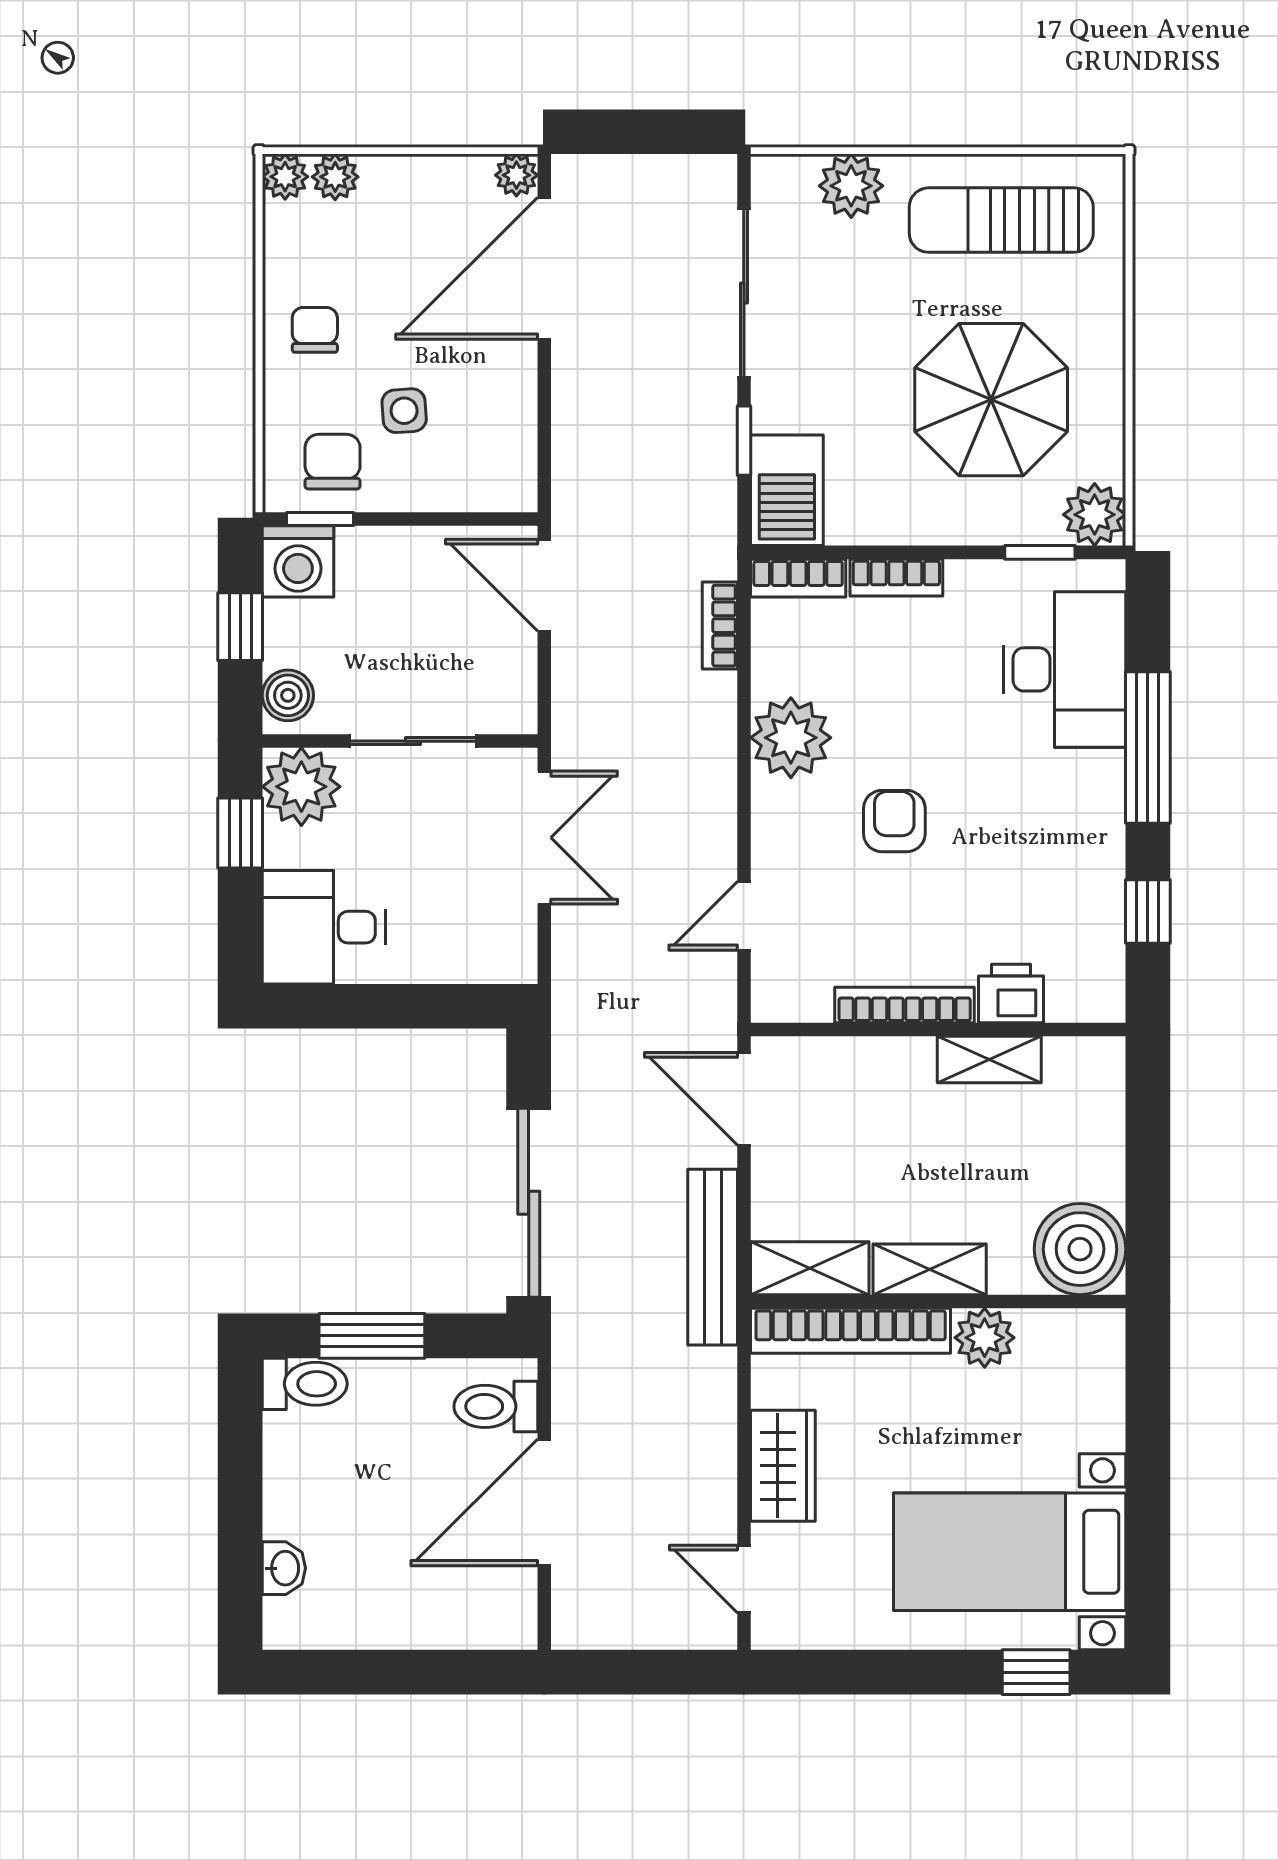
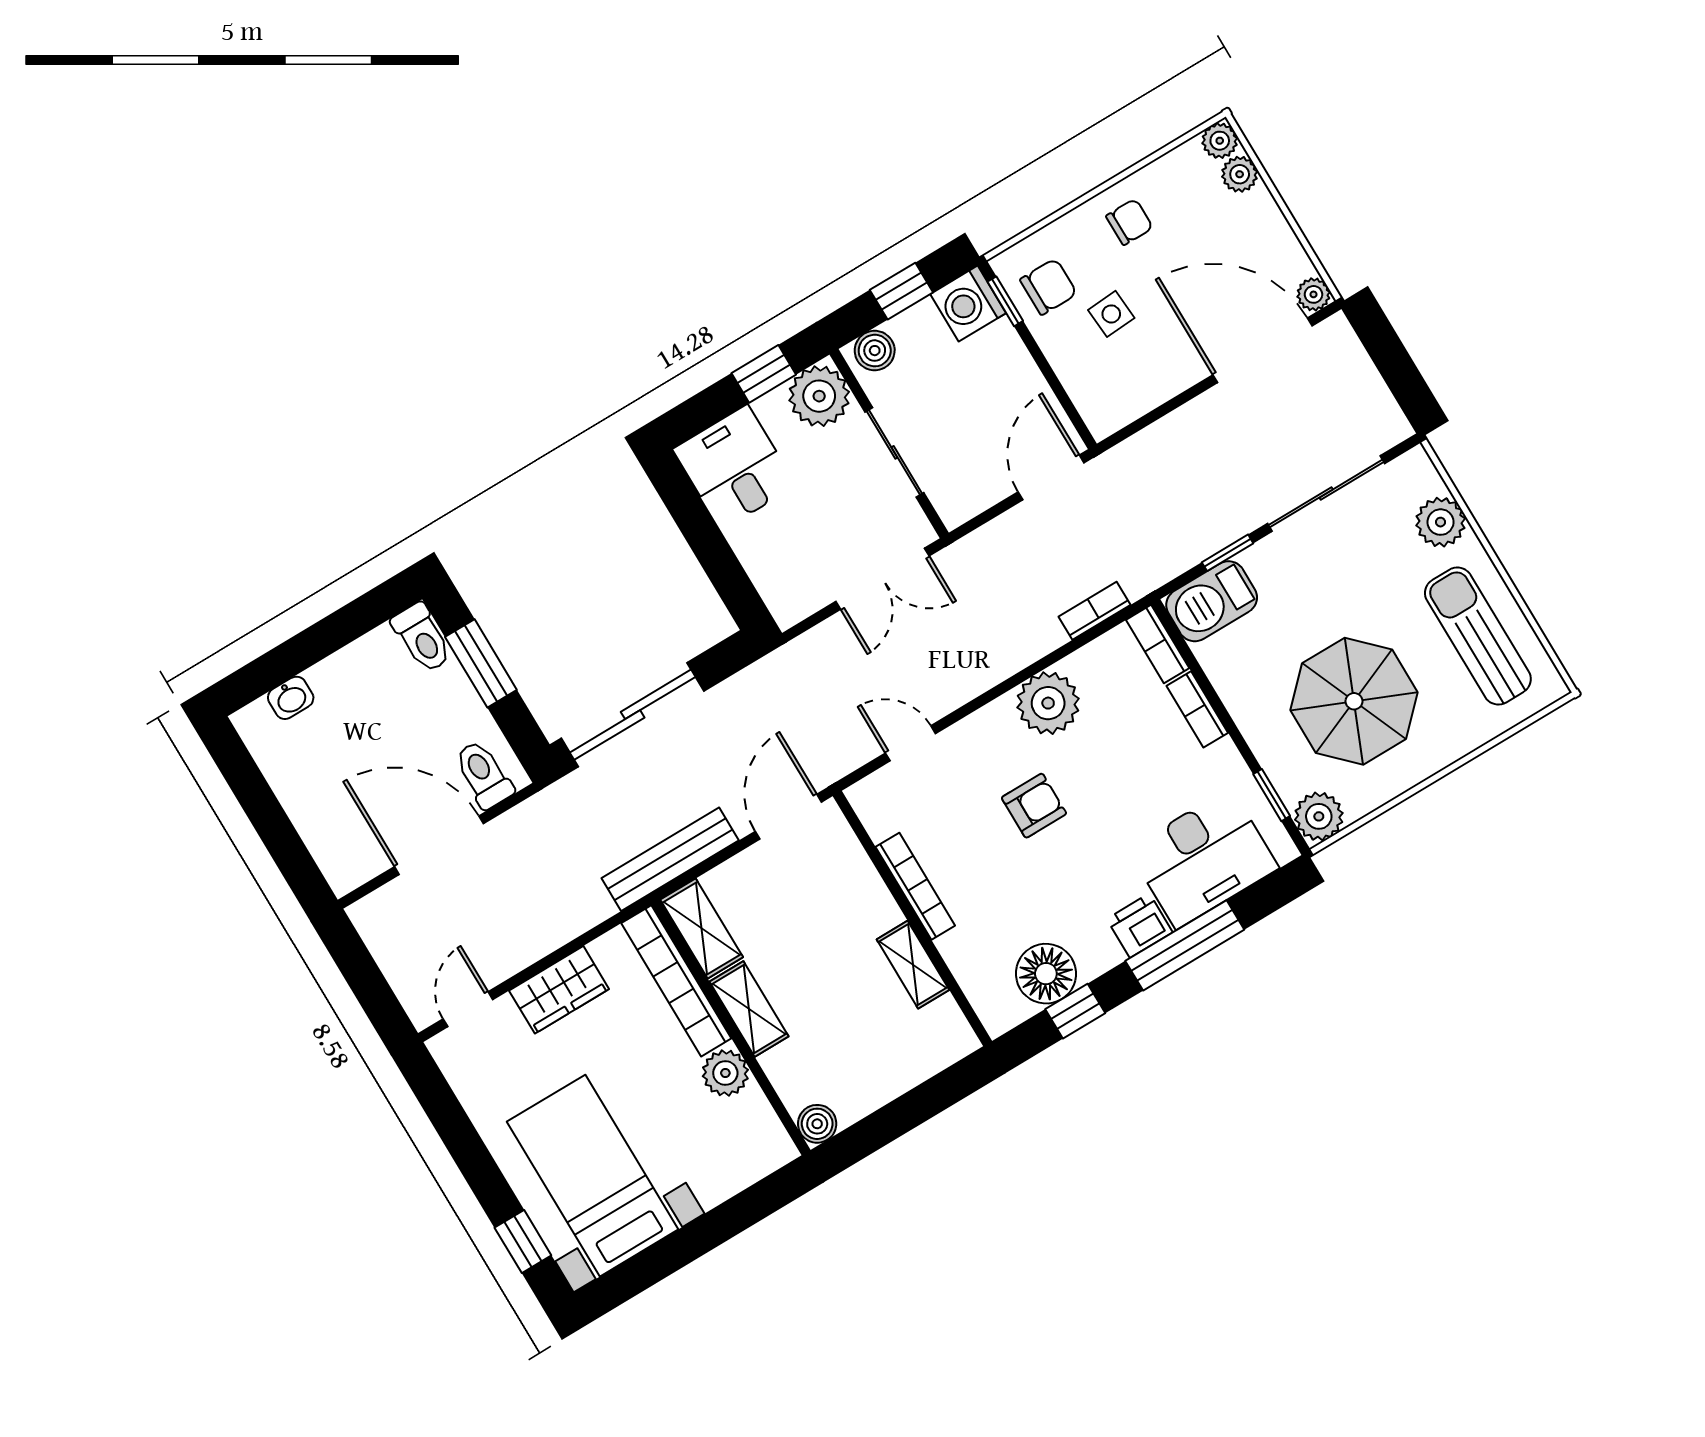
floor lamp: (1087, 919) -> (1046, 974), added
printer: (1011, 994) -> (1140, 926), moved, turned -90
boiler: (1080, 1249) -> (817, 1124), width x0.54, depth x0.54

